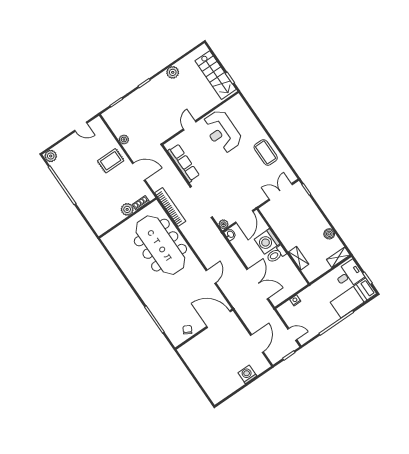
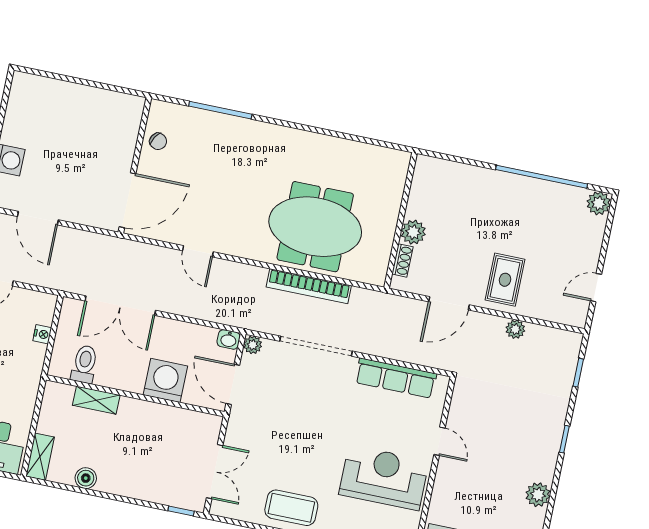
bookcase: (170, 207) -> (309, 286), moved
meeting table: (160, 245) -> (315, 227), width x0.73
toilet: (276, 254) -> (84, 364), moved

